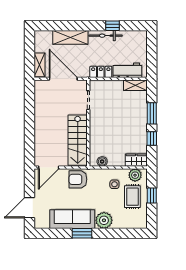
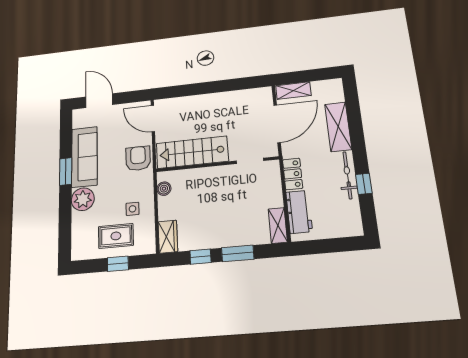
plant: (135, 175) -> (146, 237), removed

